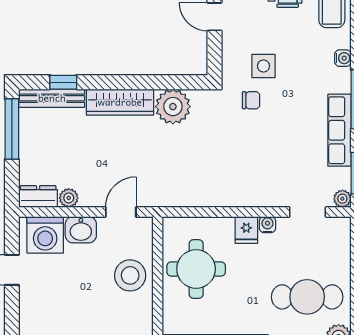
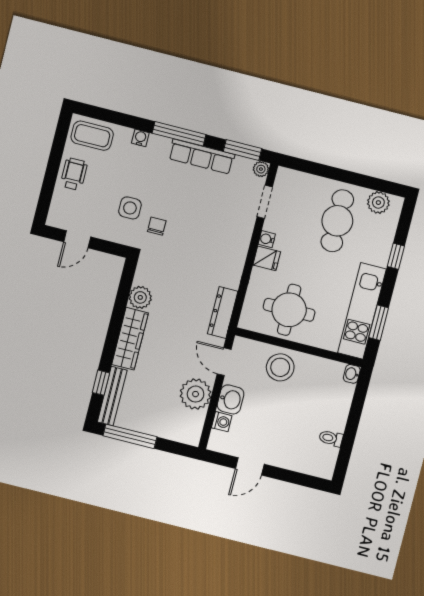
plant: (173, 107) -> (140, 297), width x0.73, depth x0.73
dresser: (38, 197) -> (223, 312), moved, width x1.44
plant: (69, 198) -> (196, 394), width x1.87, depth x1.87
washing machine: (45, 235) -> (222, 422), width x0.53, depth x0.53

